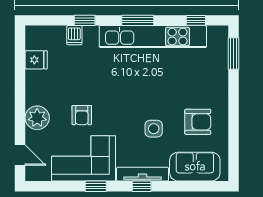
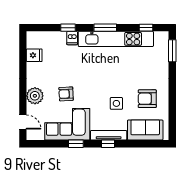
dishwasher: (74, 35) -> (72, 38), moved
armchair: (82, 115) -> (66, 94), turned 87
armchair: (198, 122) -> (147, 99), turned 180

